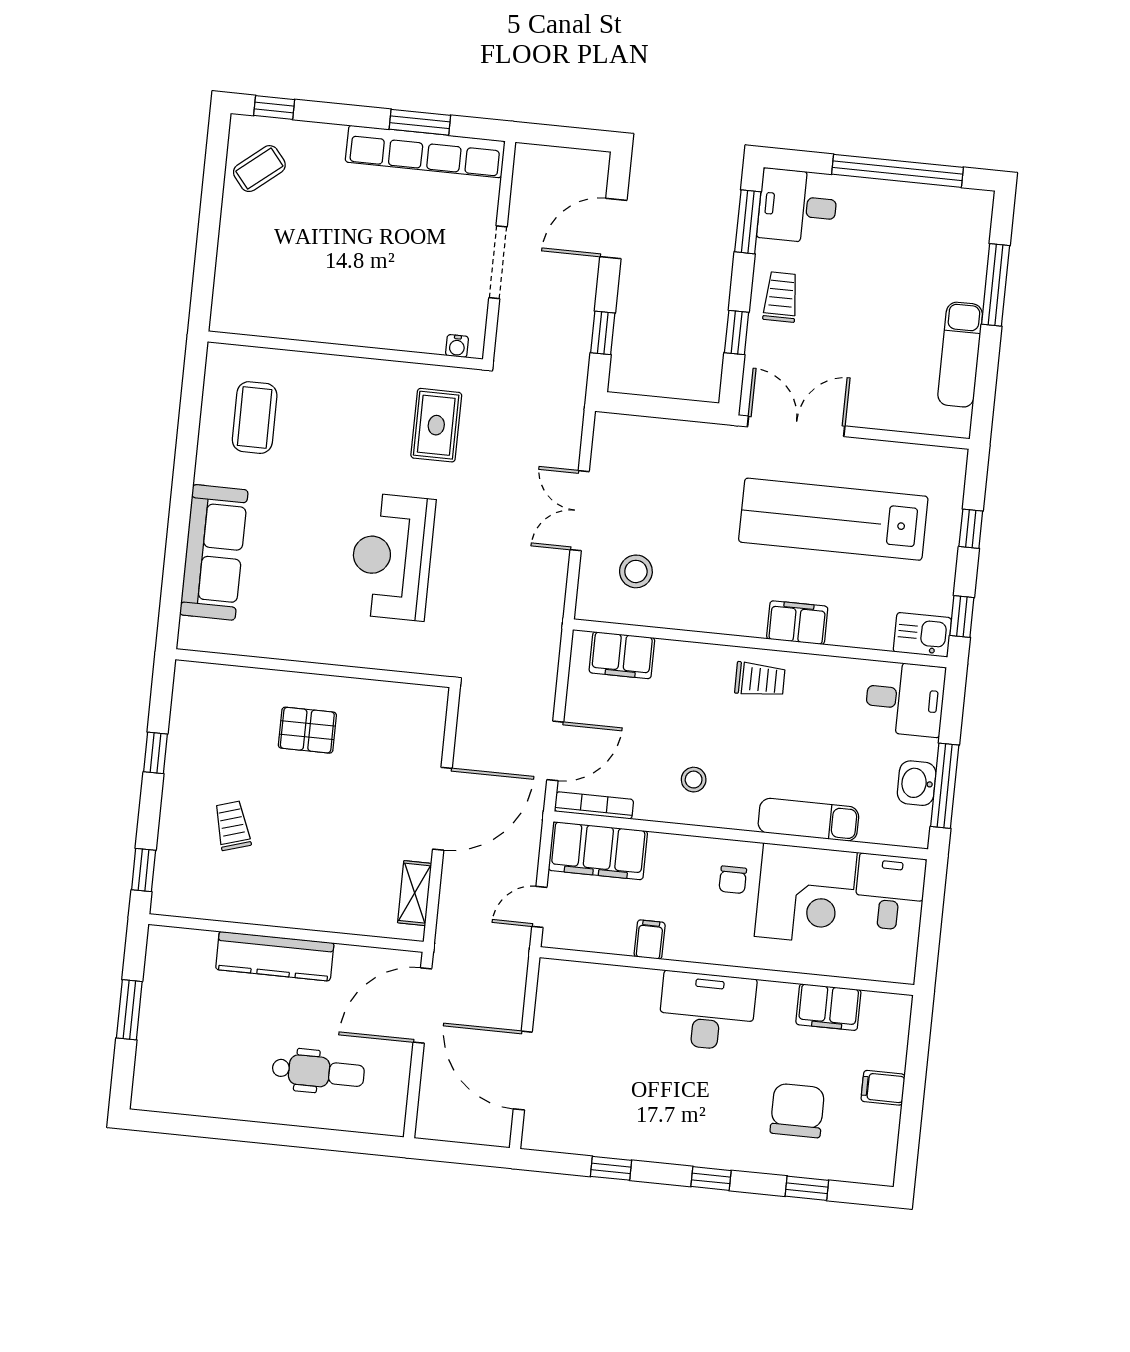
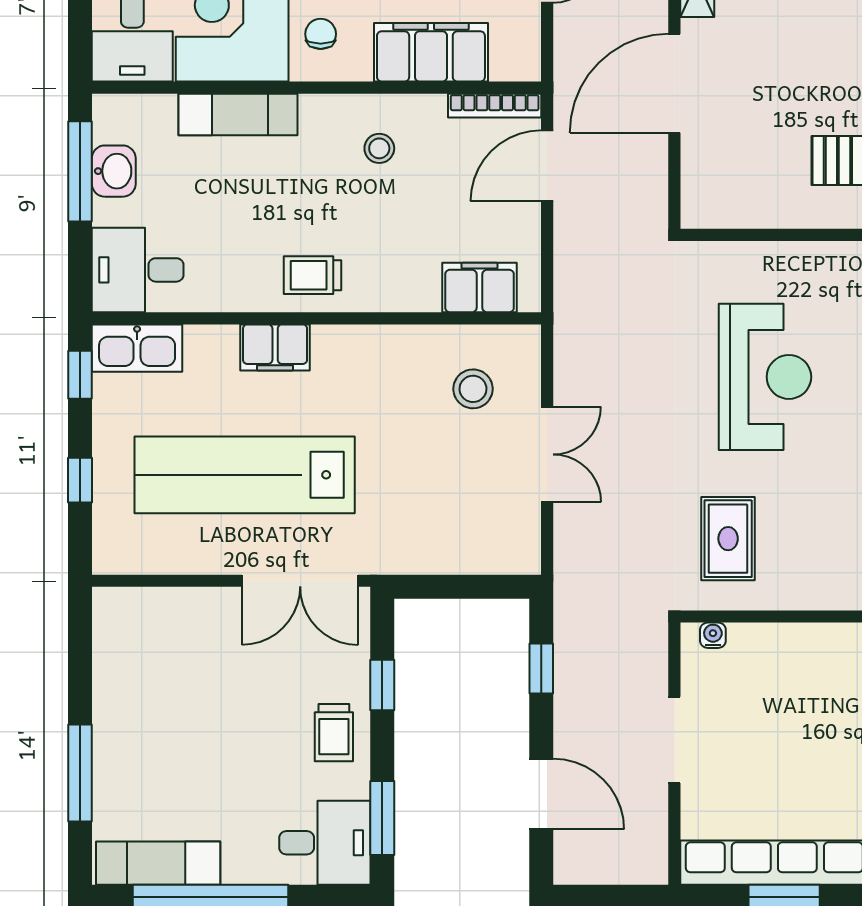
door: (613, 228) -> (541, 794), hinge flipped
exam couch: (960, 355) -> (158, 863), moved, turned -90
lab bench: (833, 519) -> (245, 475), turned 180
kitchen sink: (922, 635) -> (137, 348), width x1.38
filing cabinet: (598, 851) -> (431, 52), moved

